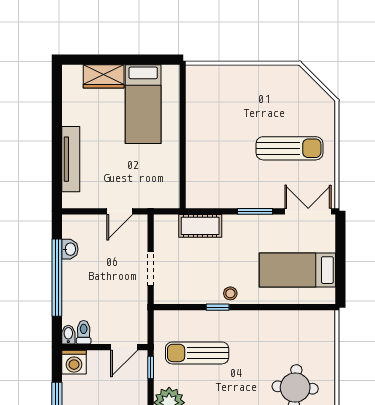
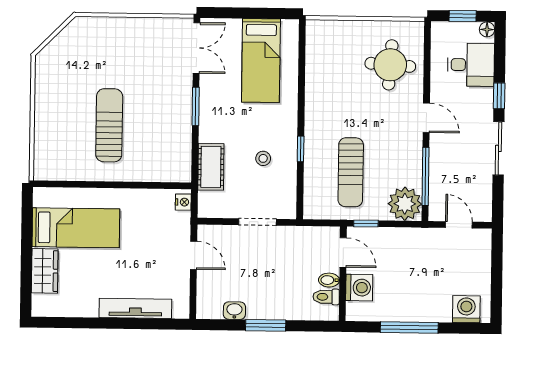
sun lounger: (290, 148) -> (109, 125), moved
nightstand: (168, 201) -> (183, 202), added
double door: (308, 211) -> (196, 48), swing flipped
window: (57, 278) -> (266, 325), width x0.47
stool: (230, 293) -> (263, 158), moved
bidet: (68, 335) -> (329, 280), moved
washing machine: (74, 362) -> (359, 288), moved

